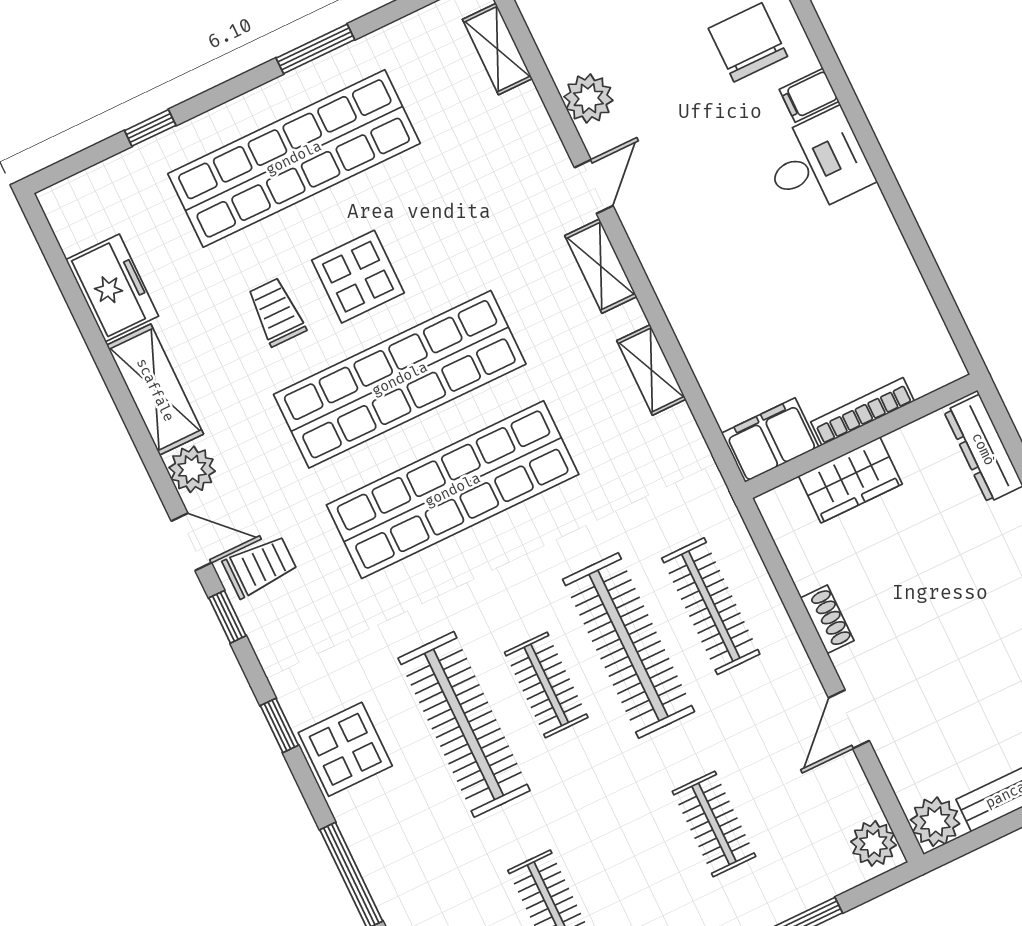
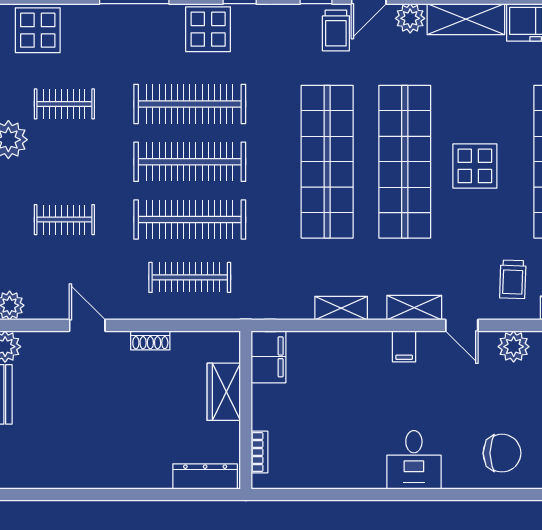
filing cabinet: (809, 95) -> (404, 346), moved, turned 180
trolley: (276, 312) -> (513, 279), moved, turned 92
bookcase: (862, 411) -> (260, 452), moved, width x0.64
clothes rail: (546, 685) -> (190, 162), width x1.86, depth x1.31

